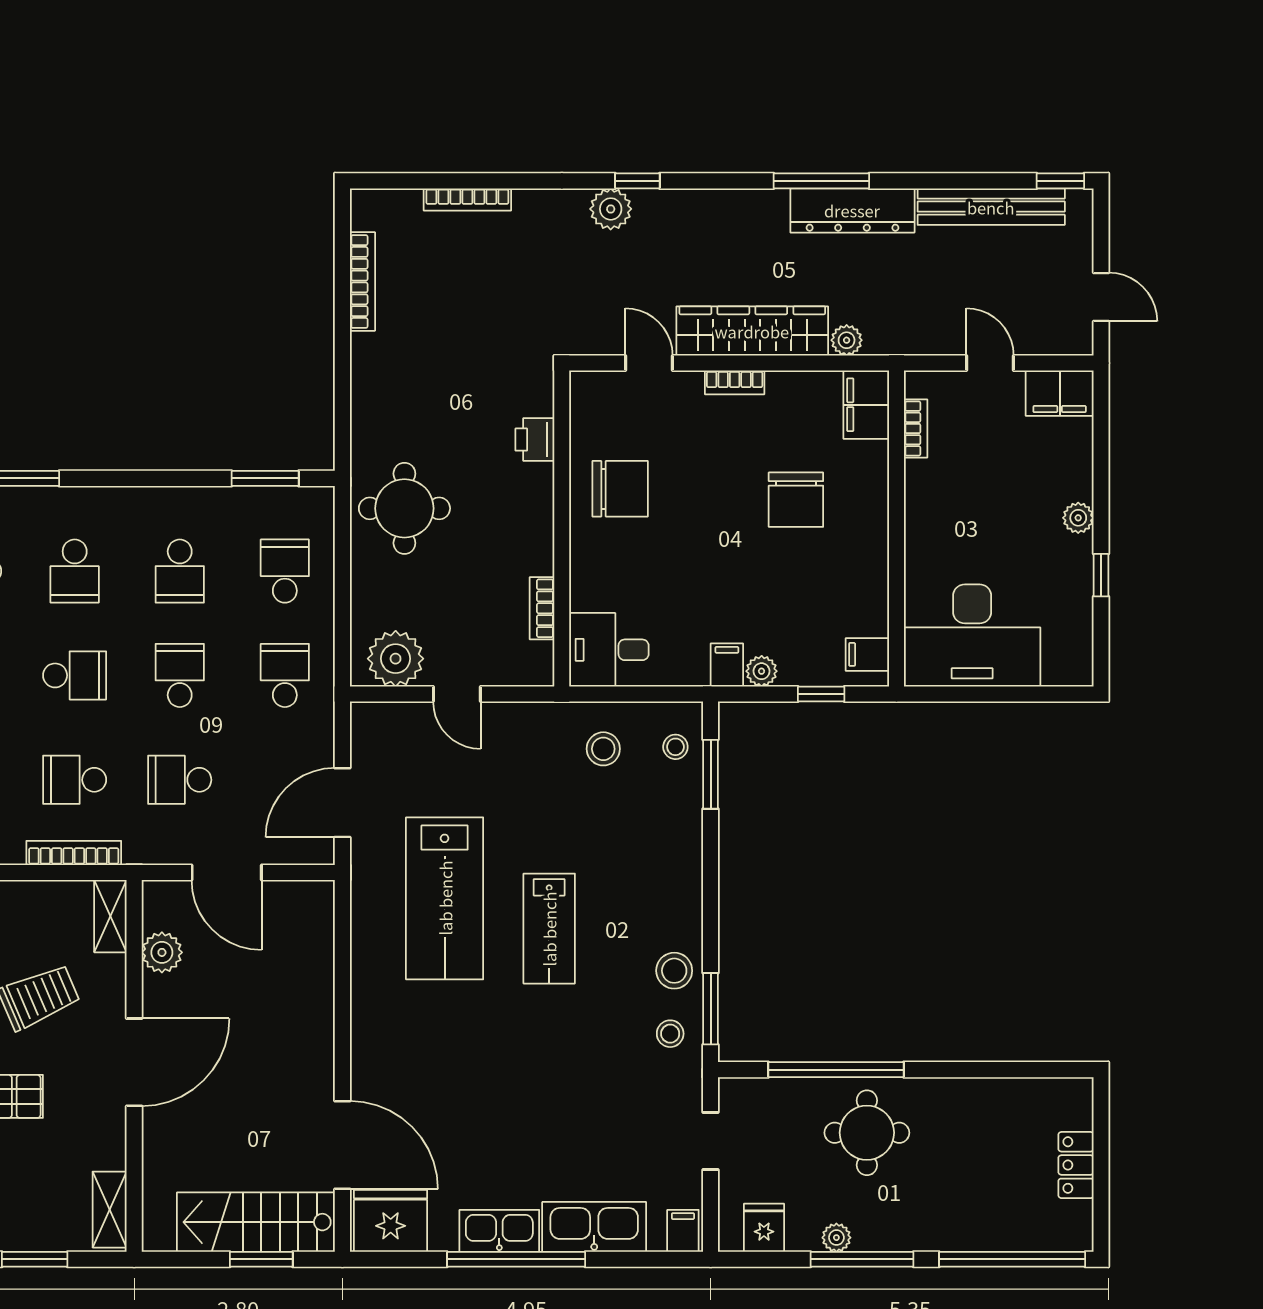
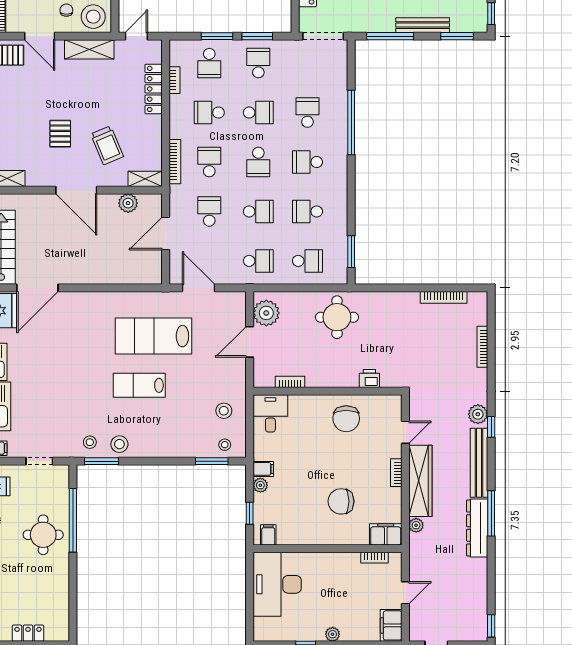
bench: (991, 207) -> (479, 463), moved
door: (457, 694) -> (250, 342), width x1.38

